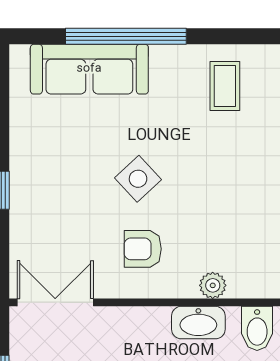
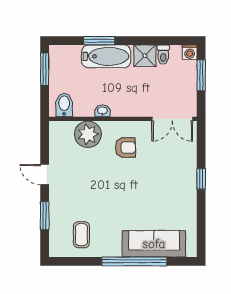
side table: (138, 179) -> (128, 185), removed
plant: (213, 285) -> (88, 134), width x1.88, depth x1.88
washbasin: (198, 323) -> (102, 111), width x0.52, depth x0.69

